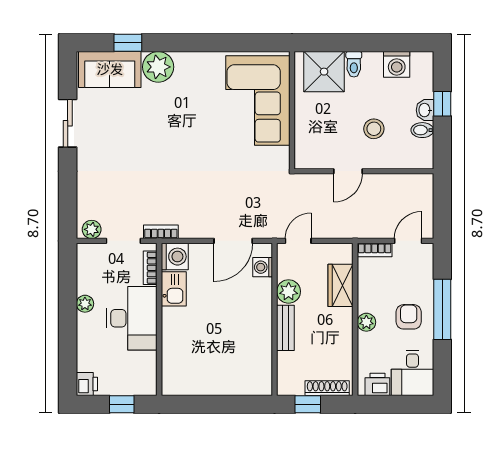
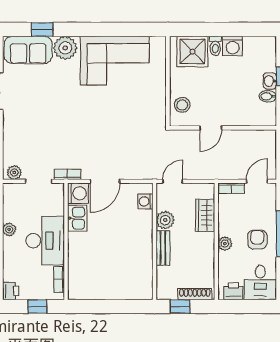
washing machine: (397, 64) -> (233, 46), moved
corner sofa: (258, 100) -> (115, 61), moved, turned -90
stool: (374, 129) -> (182, 105), moved
door: (233, 241) -> (105, 181), moved
bookcase: (150, 268) -> (59, 279), moved

